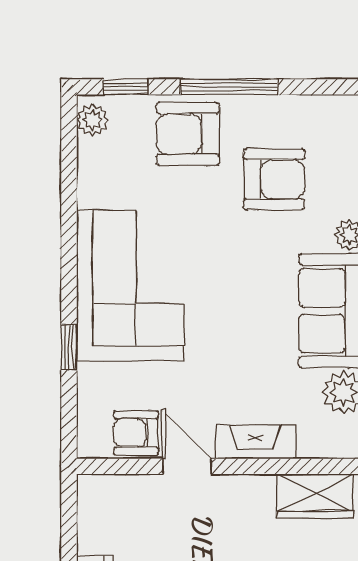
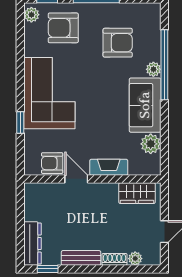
armchair: (188, 134) -> (63, 28), moved

